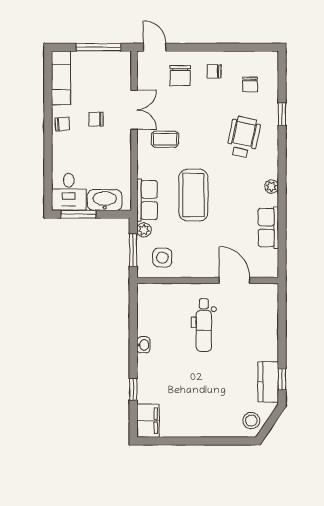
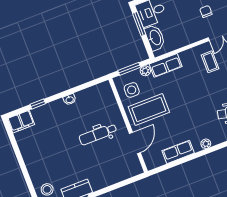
coffee table: (193, 195) -> (149, 109), moved

